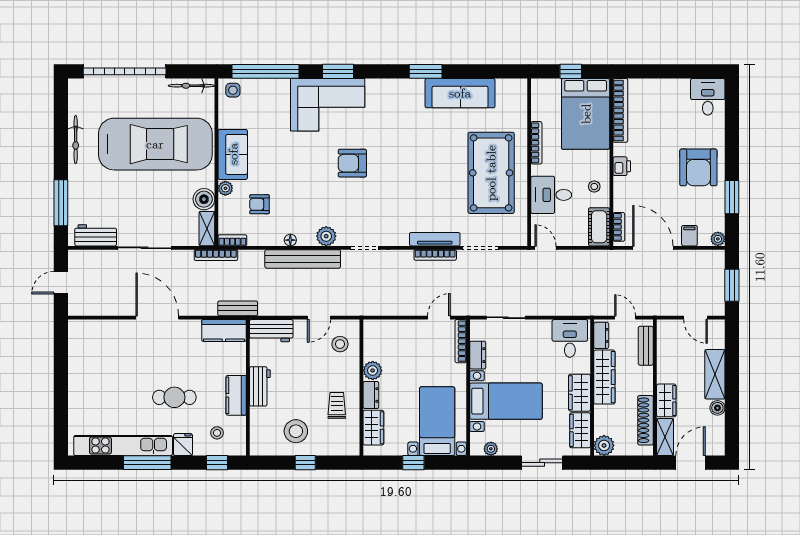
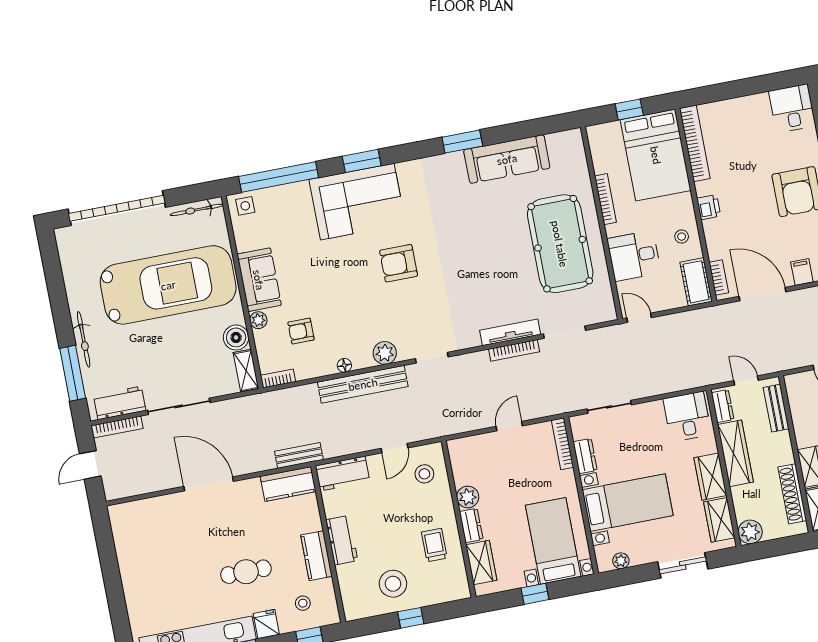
bicycle: (76, 140) -> (84, 339), moved
bookcase: (216, 255) -> (117, 427), moved
door: (439, 318) -> (509, 426), moved

